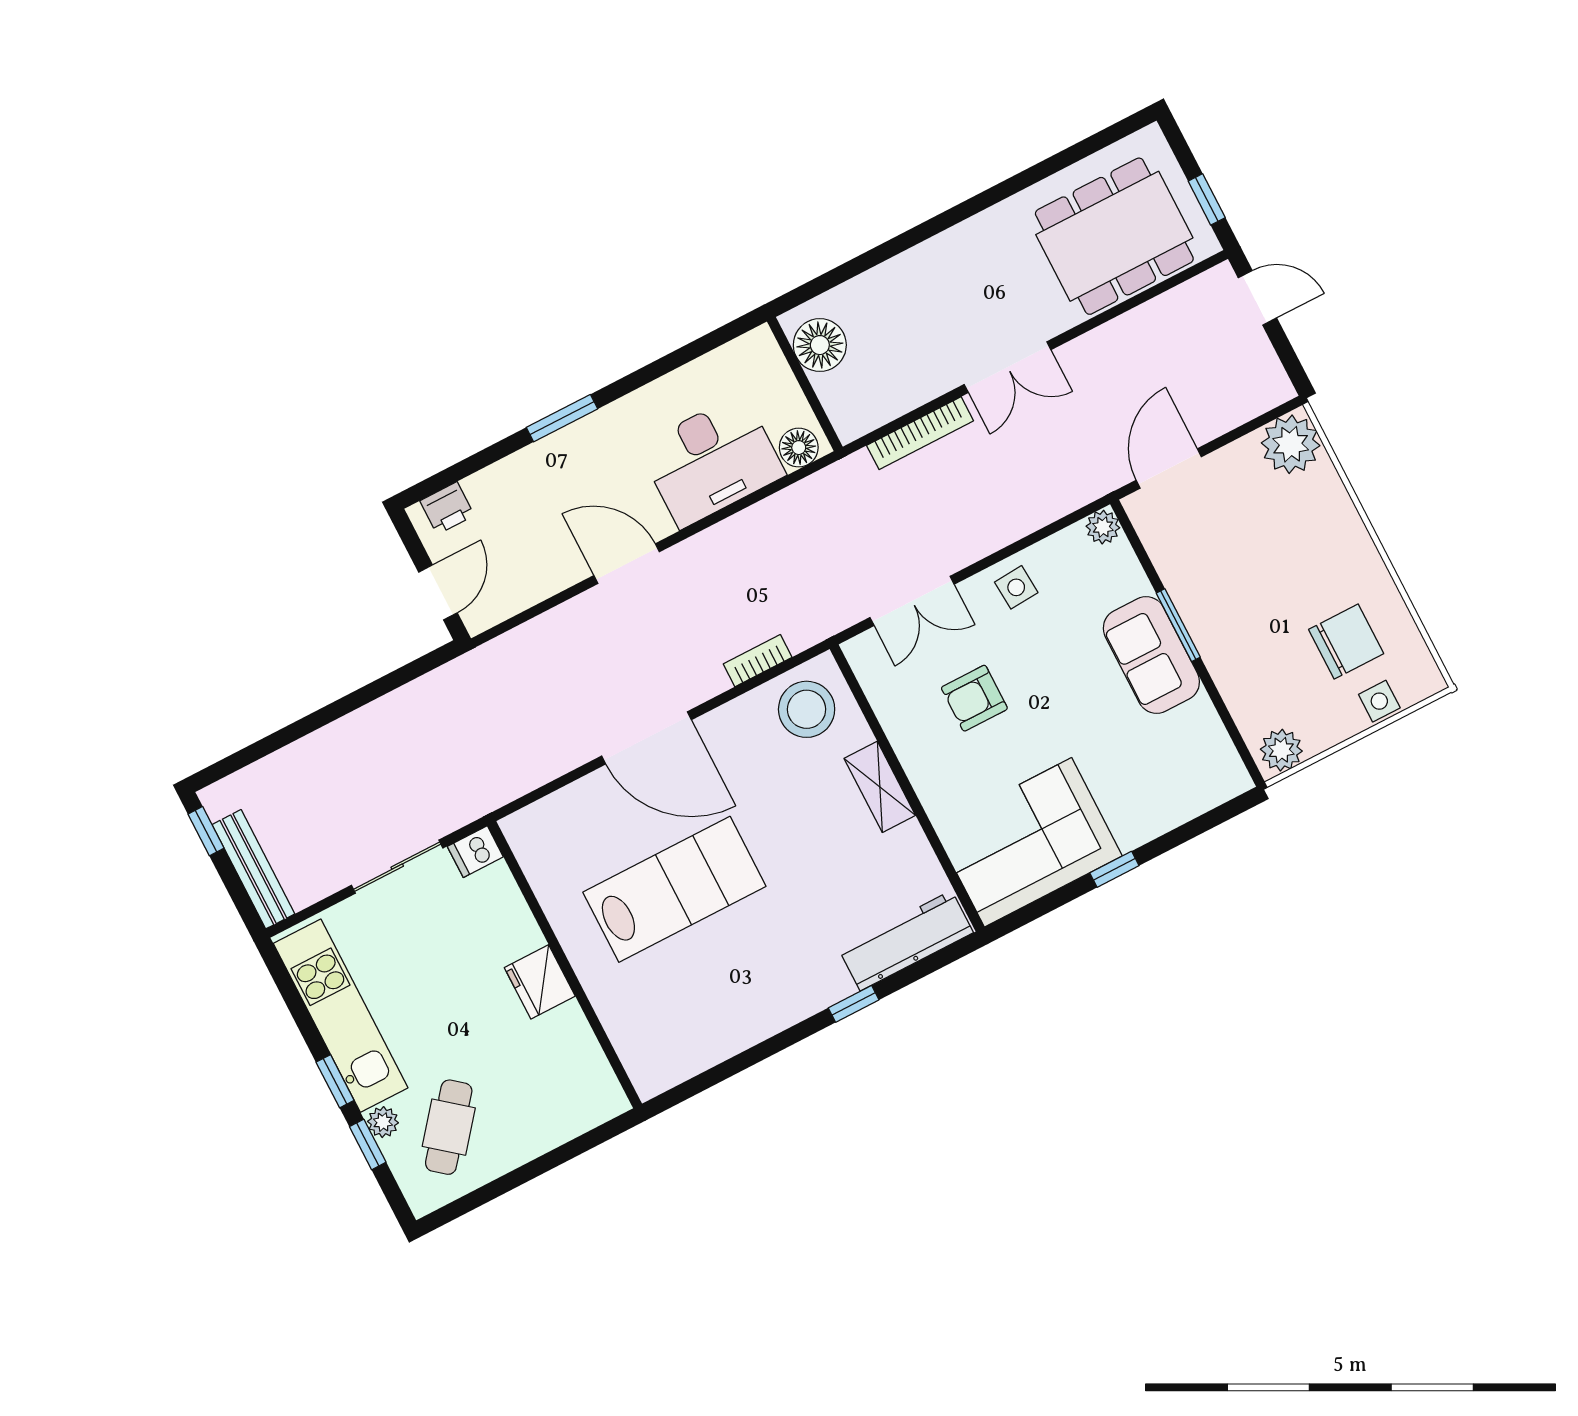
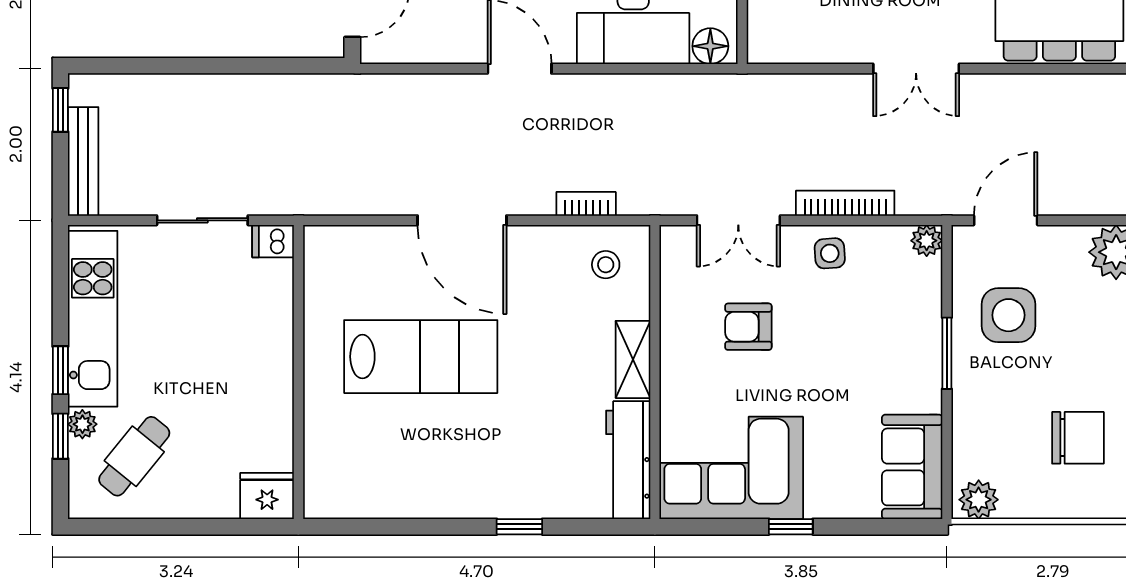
bookcase: (920, 433) -> (845, 203), moved, turned 180
sofa: (1151, 655) -> (912, 467), moved
side table: (1379, 701) -> (1008, 315), moved, width x1.87, depth x1.87
stool: (807, 709) -> (606, 265), width x0.53, depth x0.53
workbench: (906, 941) -> (628, 460), moved, turned -90
fridge: (540, 982) -> (267, 496), moved, turned 90

